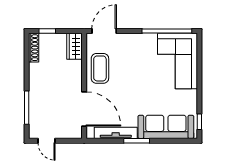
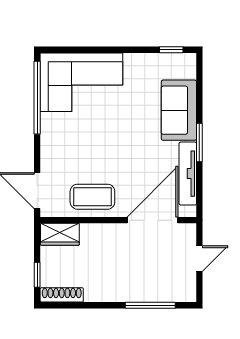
sofa: (166, 127) -> (179, 110), width x0.73
door: (47, 141) -> (199, 259), moved

